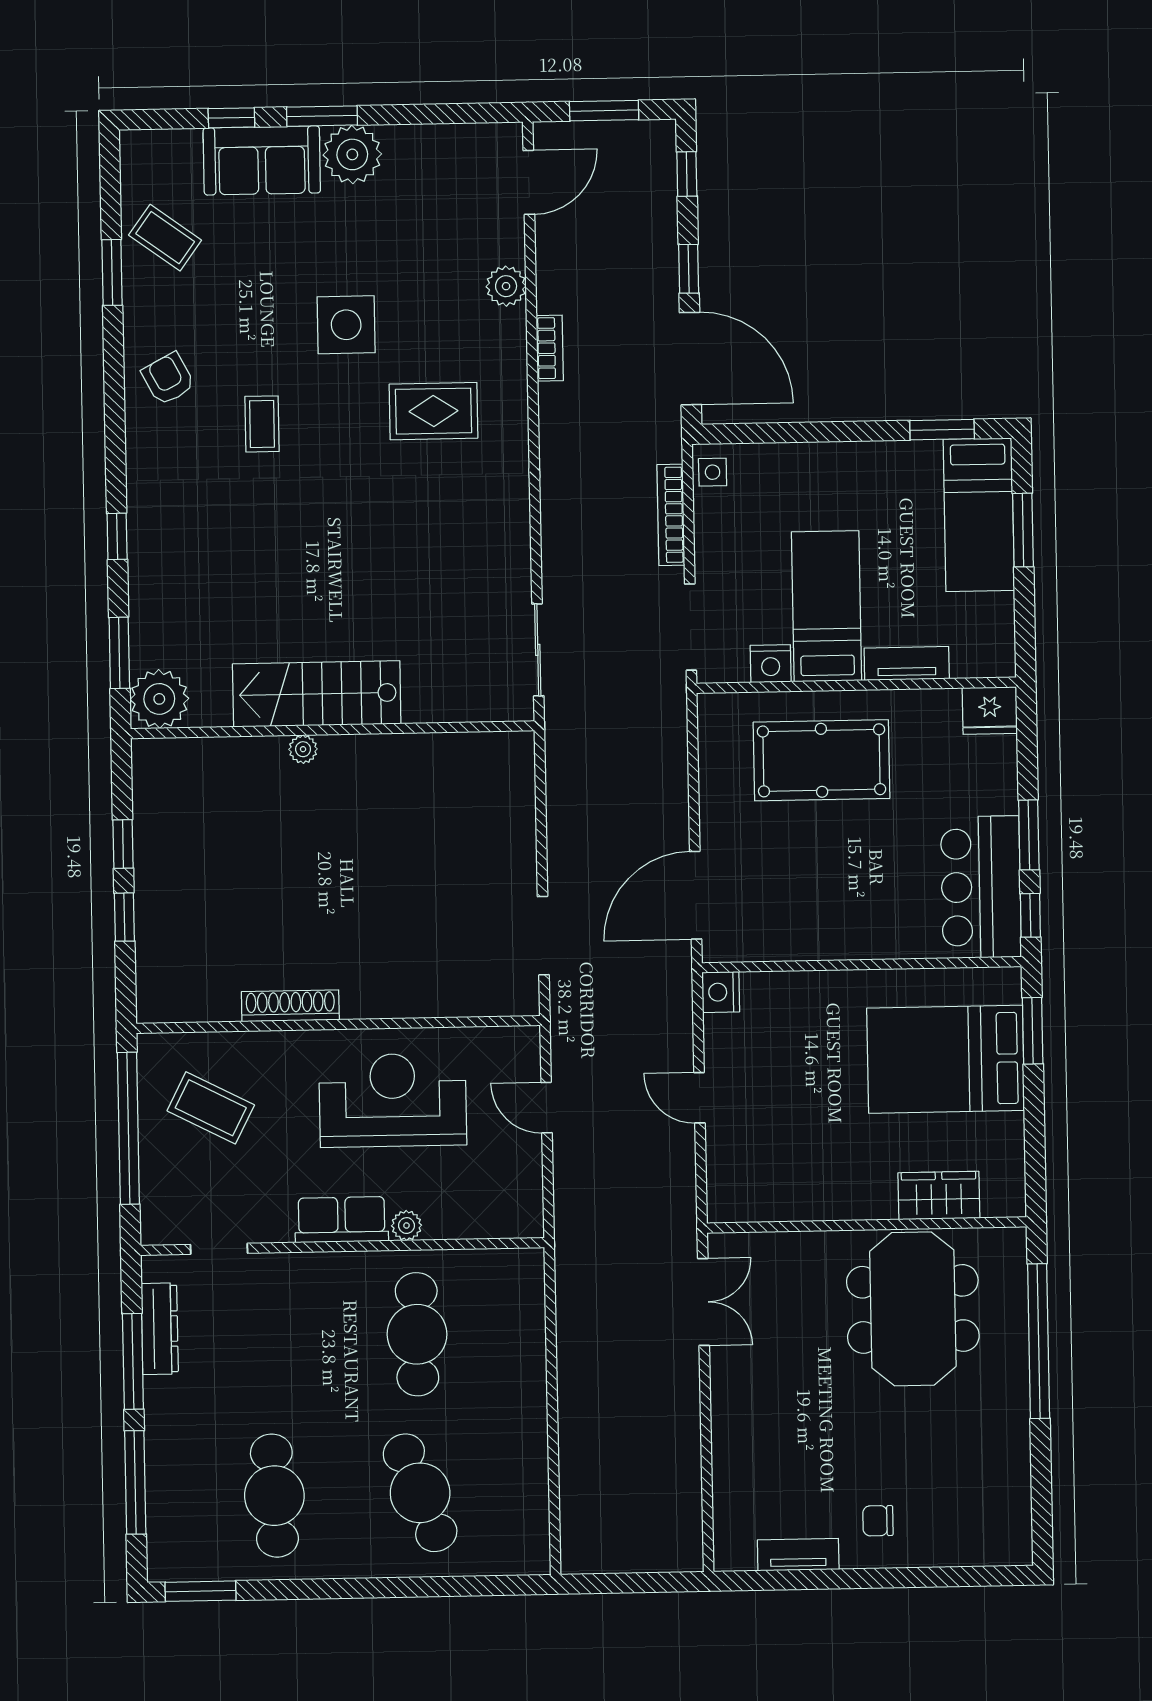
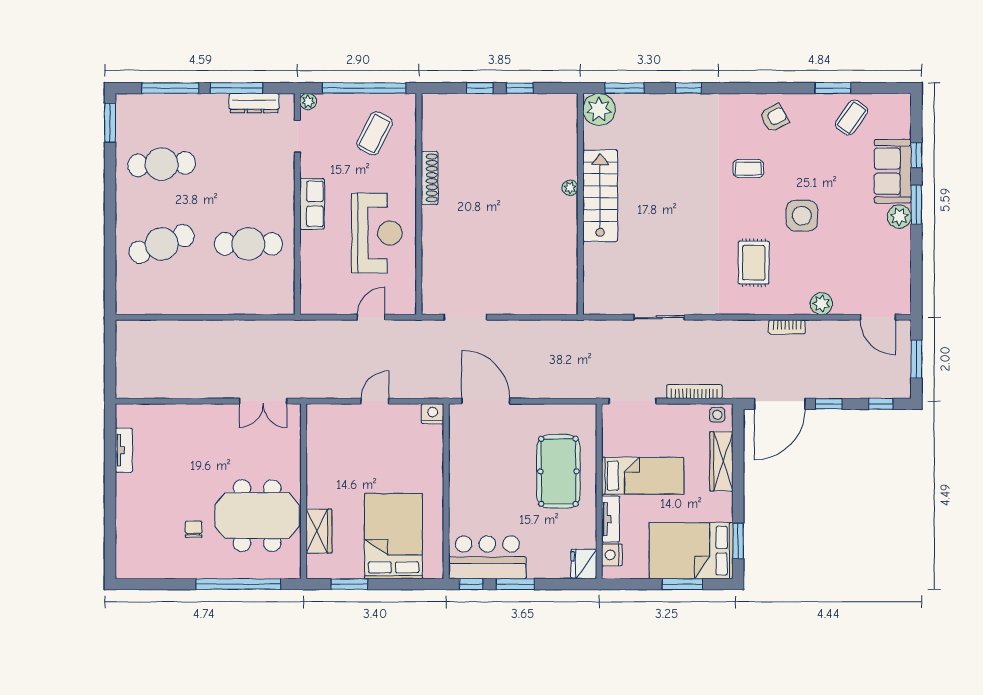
plant: (352, 154) -> (899, 217), width x0.73, depth x0.73
wardrobe: (798, 463) -> (721, 461), added
bed: (979, 515) -> (691, 551), width x1.50
sliding door: (538, 650) -> (659, 317), moved
nightstand: (771, 664) -> (612, 555), moved
window: (1033, 1031) -> (349, 584), moved
plant: (407, 1226) -> (308, 102), moved
chair: (878, 1521) -> (194, 529), moved

